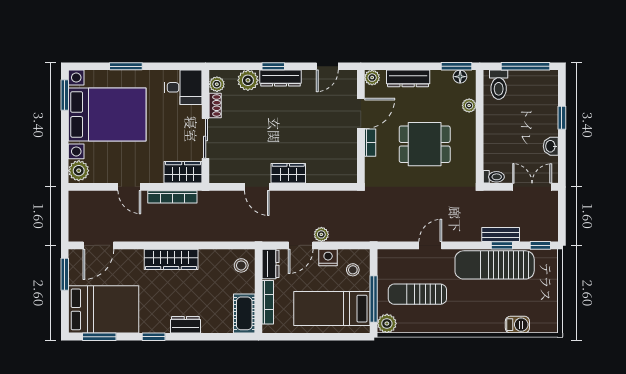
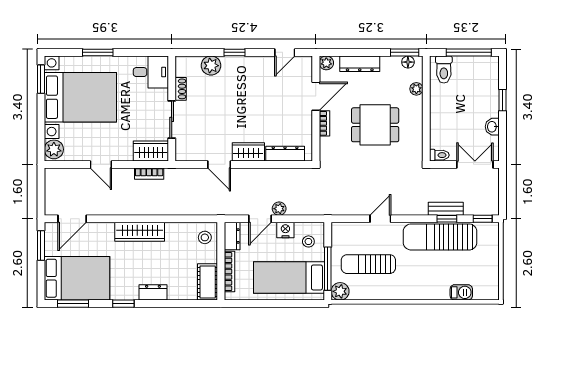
dresser: (281, 78) -> (285, 154), moved, turned 180
plant: (217, 84) -> (182, 69), removed
bookcase: (172, 197) -> (149, 174), width x0.64

